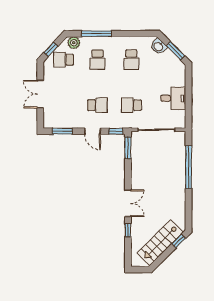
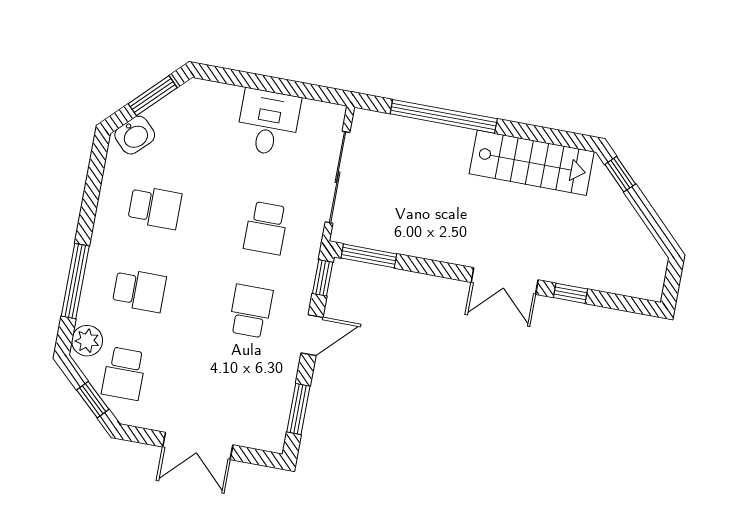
double door: (128, 203) -> (505, 281), swing flipped
stairs: (160, 243) -> (532, 163), moved, turned -45

